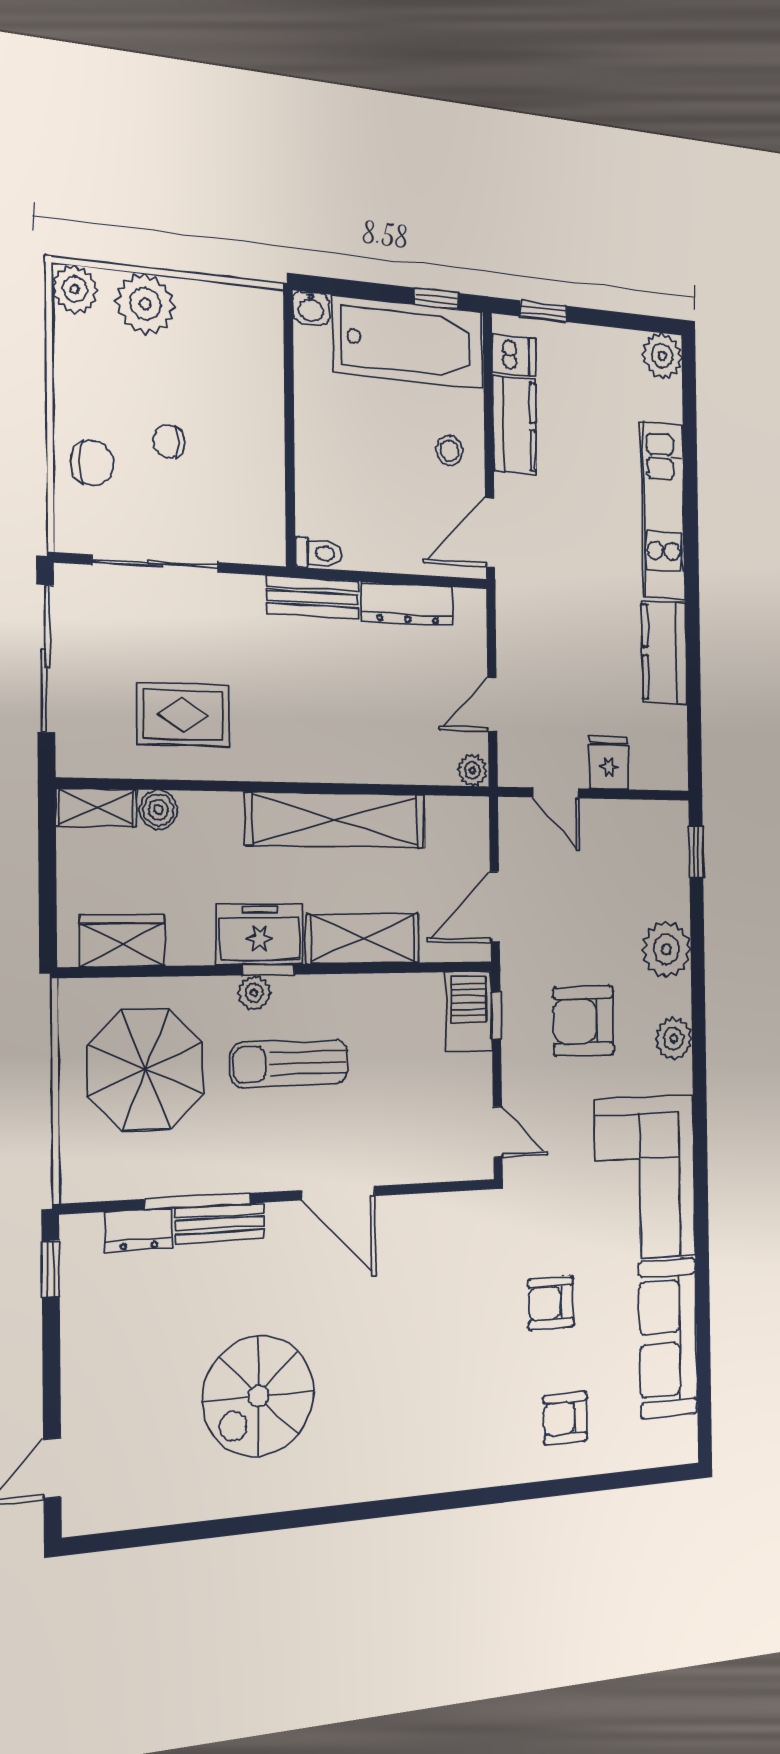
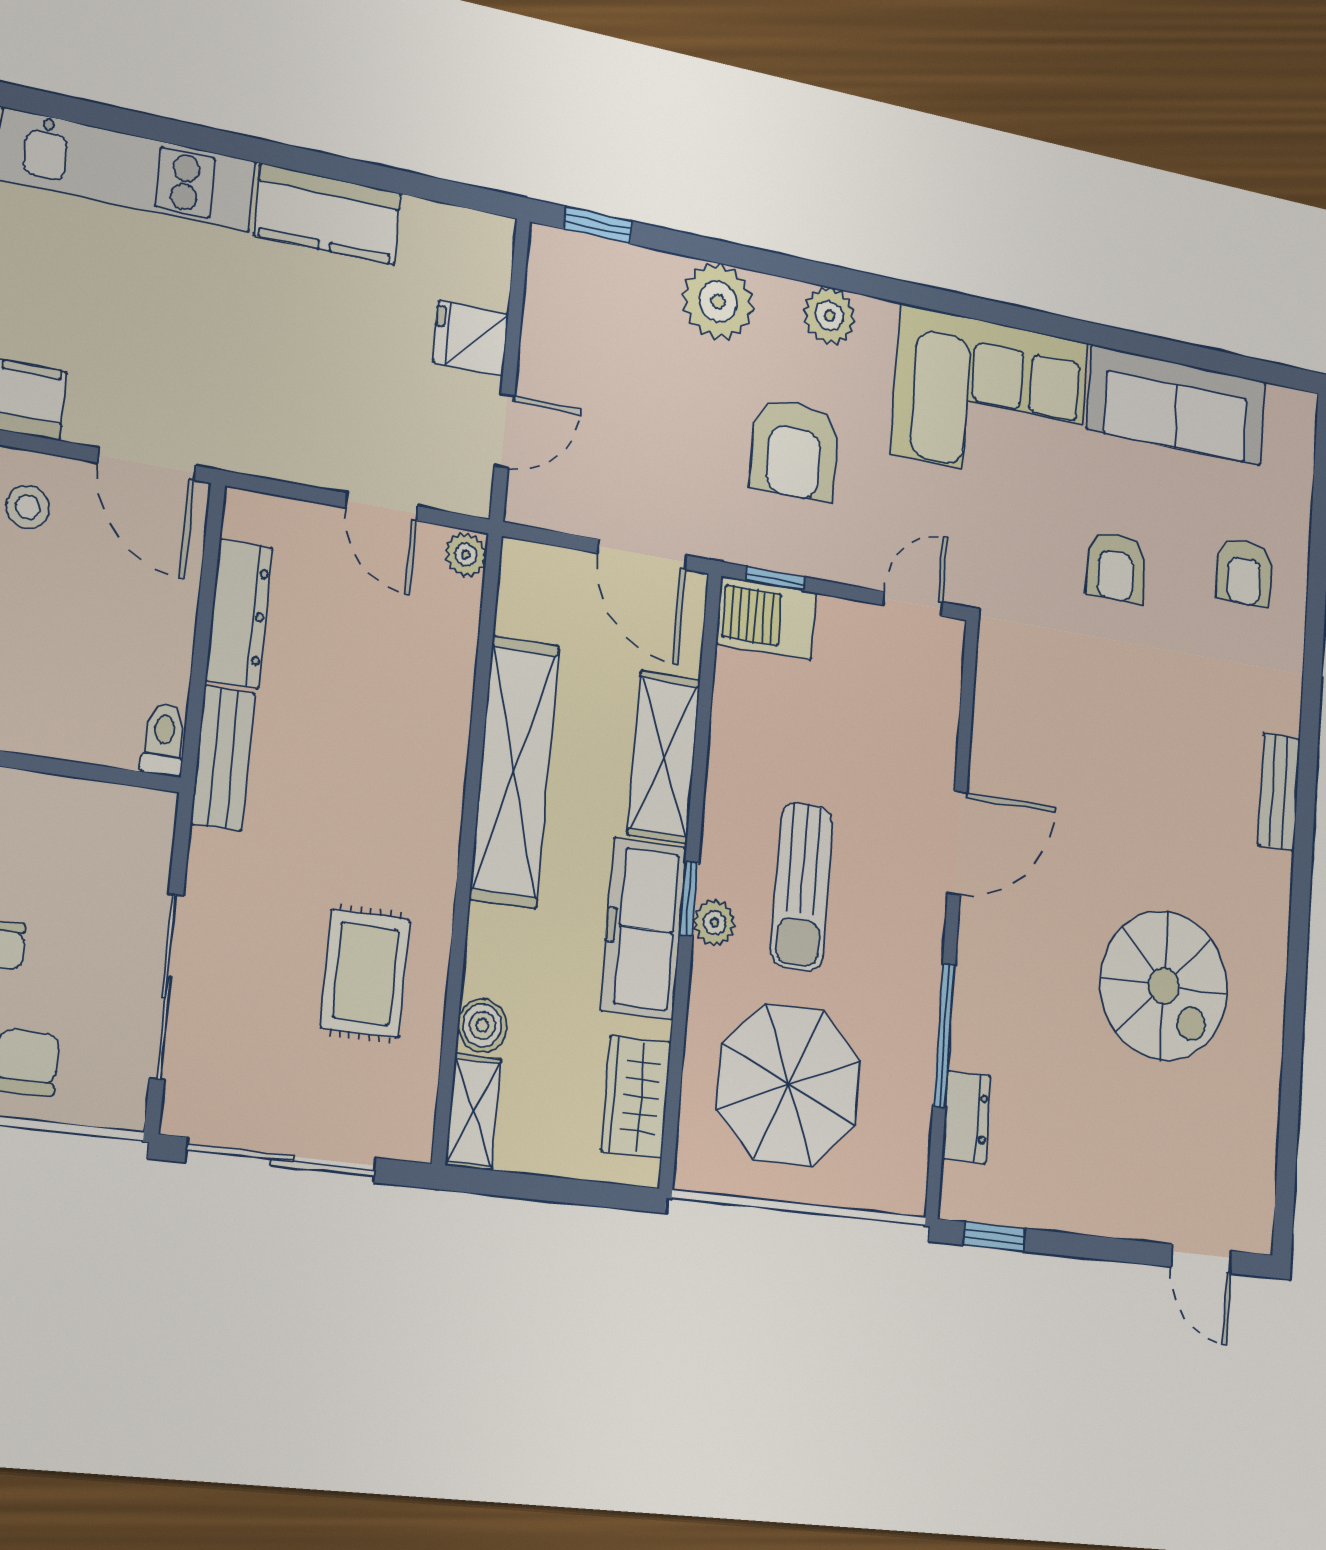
freezer: (260, 934) -> (644, 929), width x1.40
bench: (220, 1223) -> (1279, 792), moved

